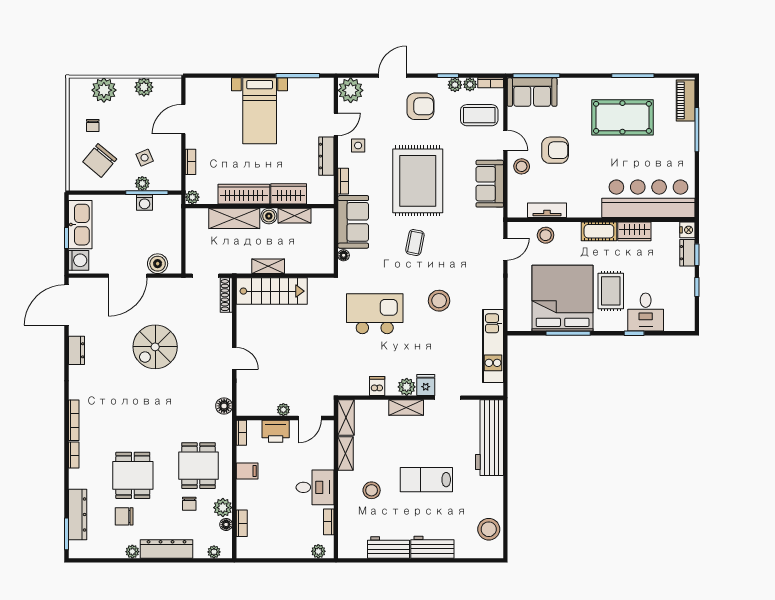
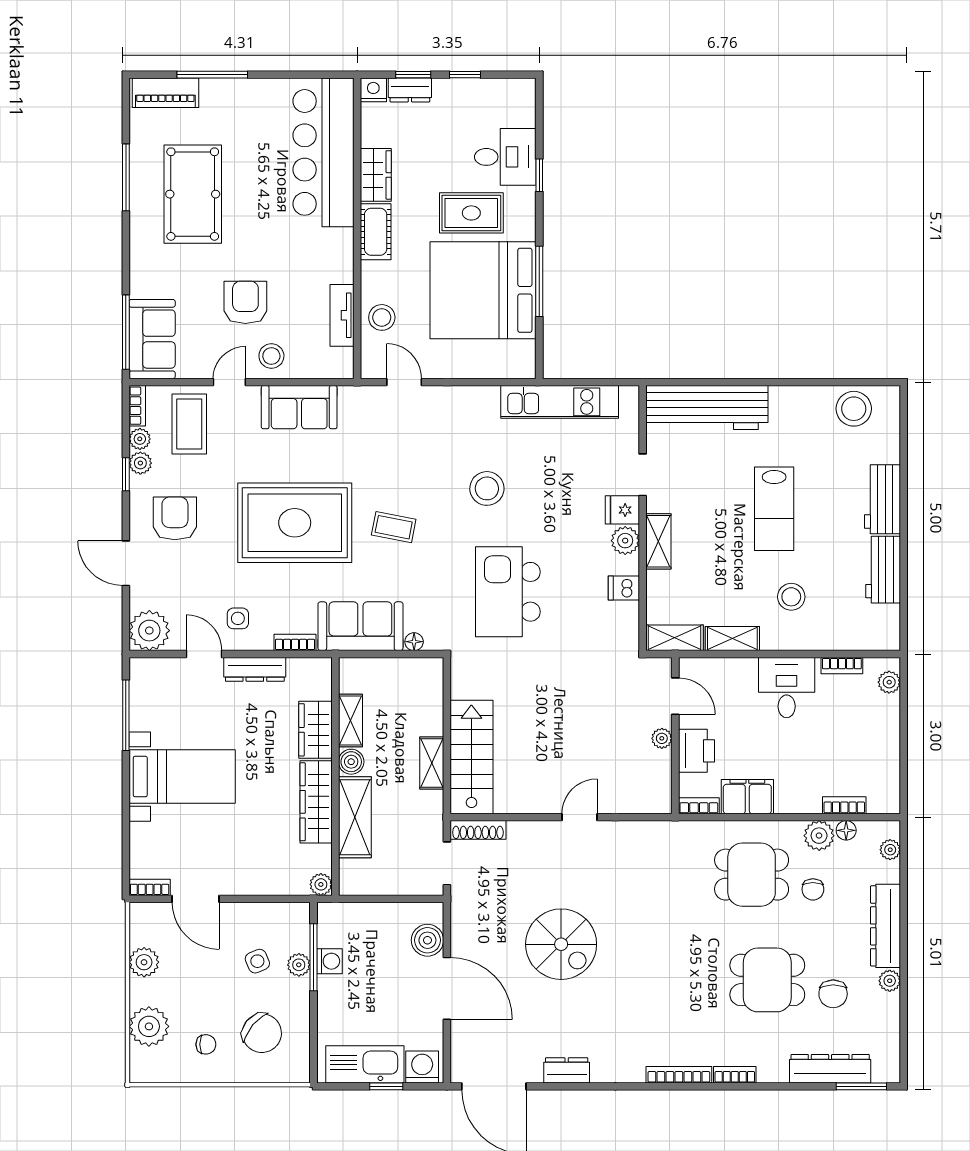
bookcase: (191, 162) -> (150, 887), moved
floor lamp: (224, 406) -> (656, 834), removed
filing cabinet: (247, 471) -> (747, 797), width x2.00
chair: (189, 504) -> (813, 889), turned 90

